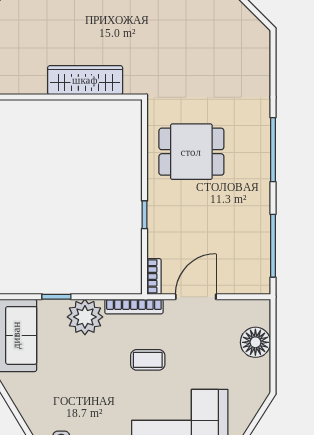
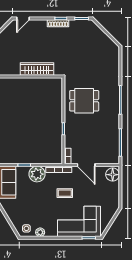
door: (196, 297) -> (86, 165), swing flipped
floor lamp: (255, 342) -> (113, 175), moved

